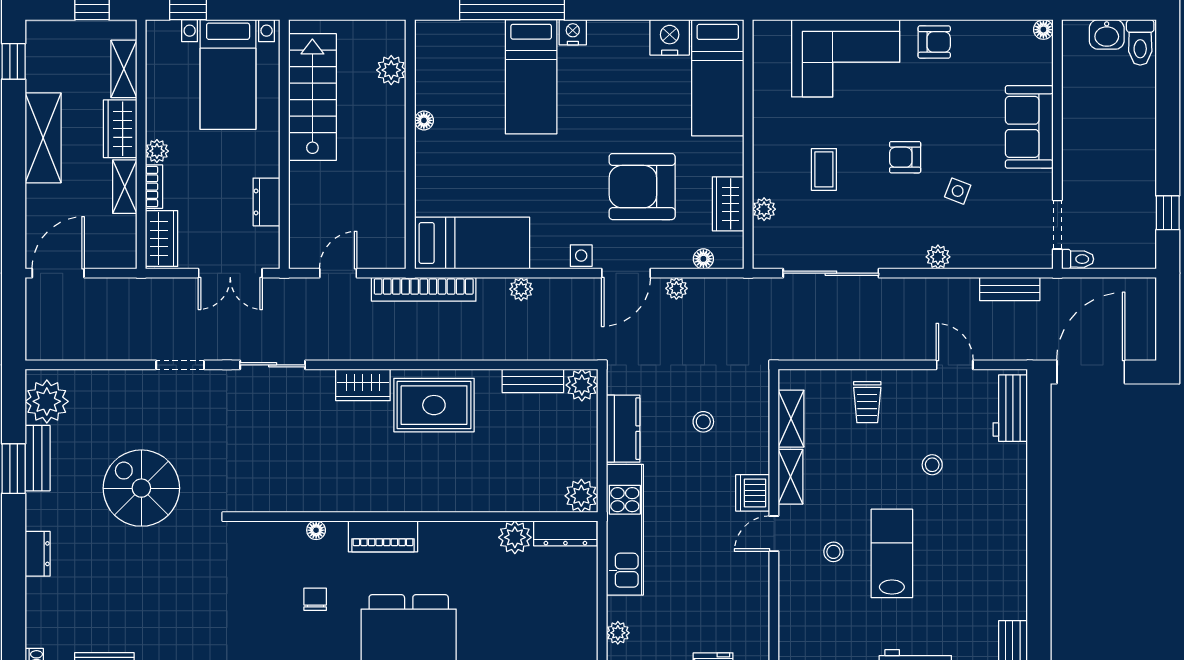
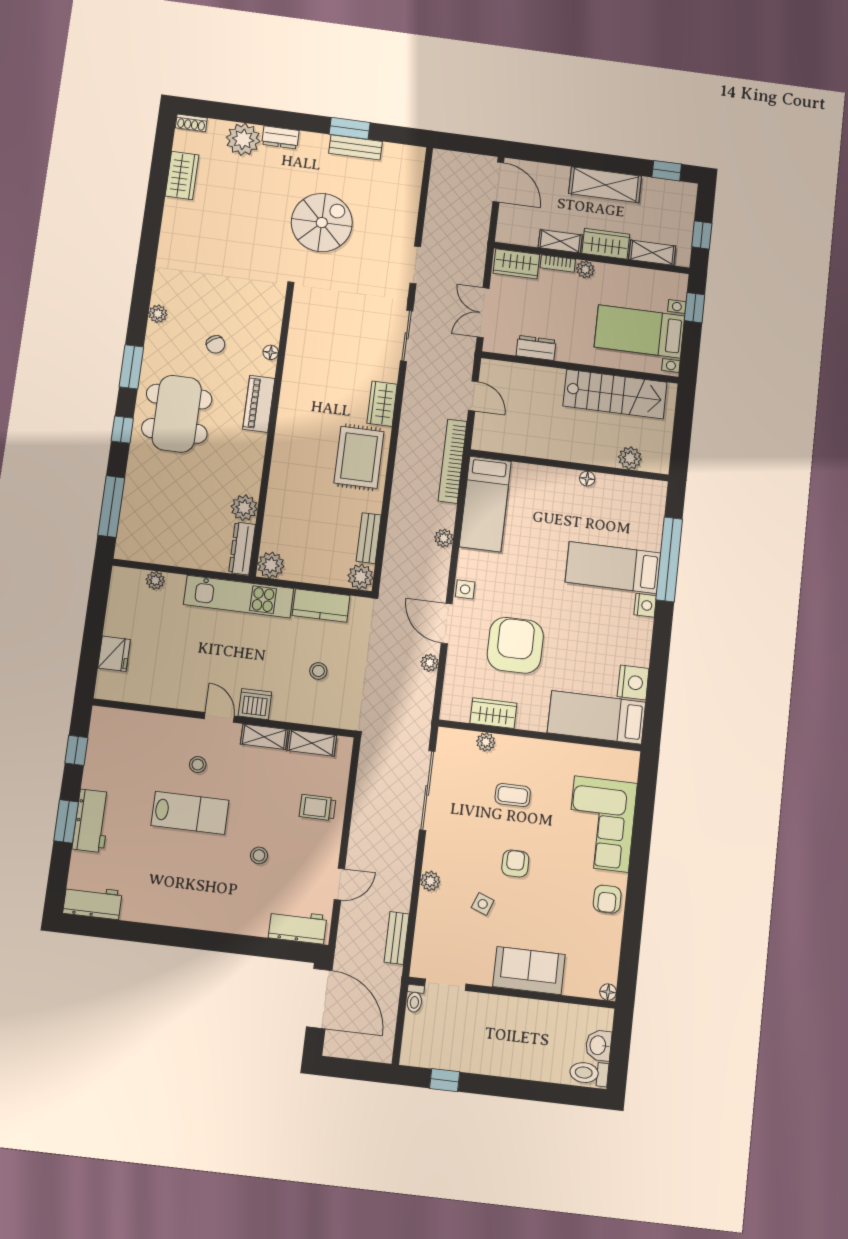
floor lamp: (703, 259) -> (451, 688), removed
plant: (47, 401) -> (243, 139), moved
chair: (315, 599) -> (216, 344), turned 58

